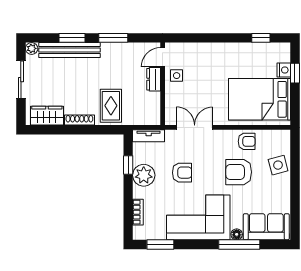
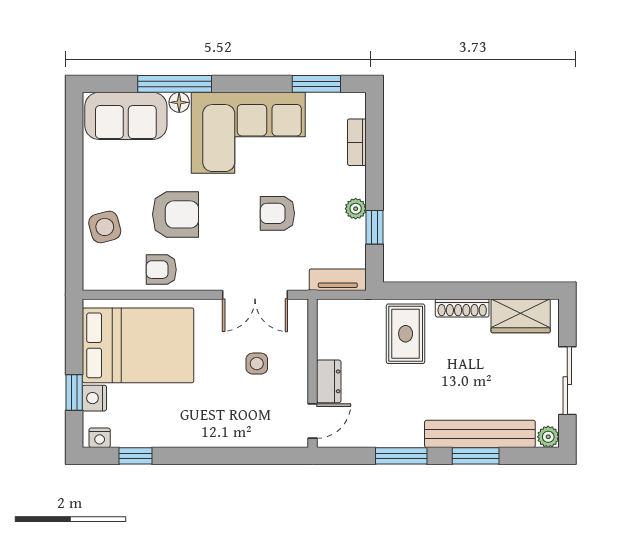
nightstand: (281, 48) -> (100, 438), added
side table: (177, 76) -> (257, 364), moved
plant: (144, 175) -> (356, 209), width x0.53, depth x0.53

